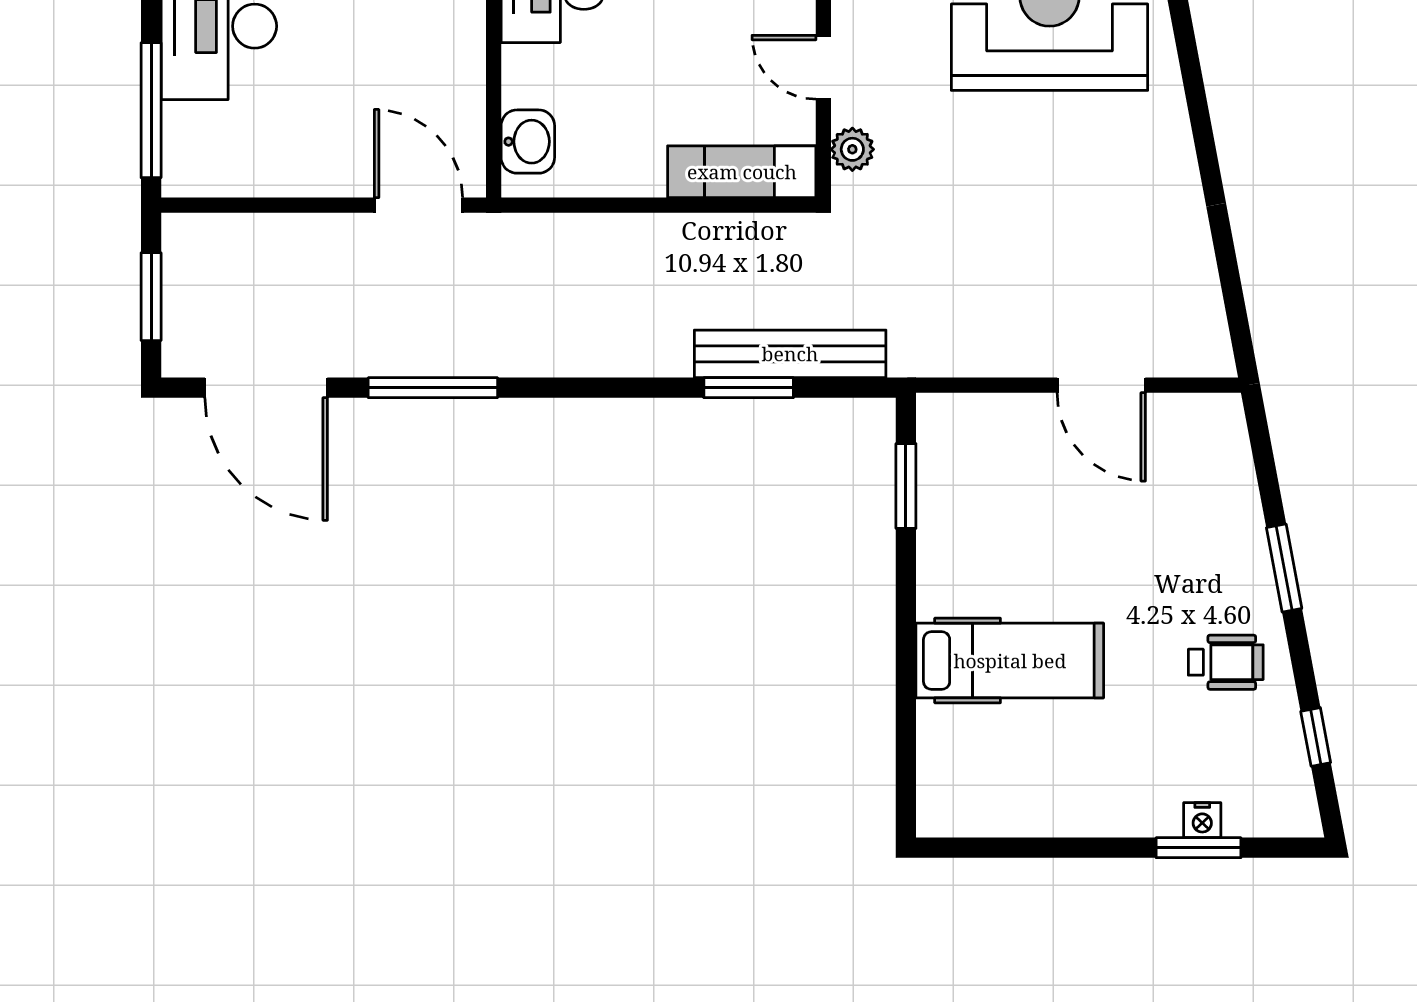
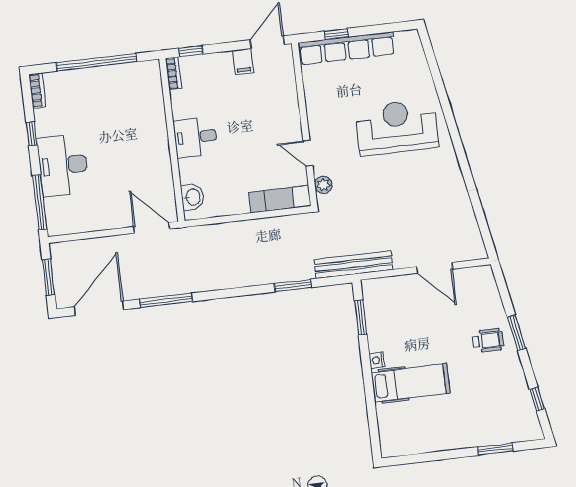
bench: (790, 354) -> (354, 265), moved
door: (266, 388) -> (99, 308), swing flipped
wheelchair: (1226, 662) -> (488, 340), moved
nightstand: (1202, 820) -> (377, 360), moved, turned 90

